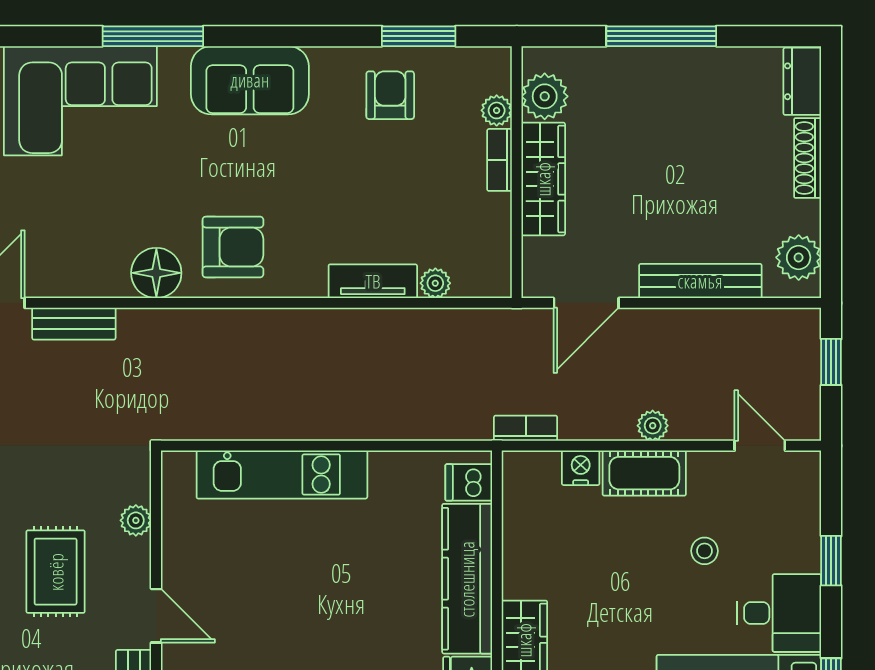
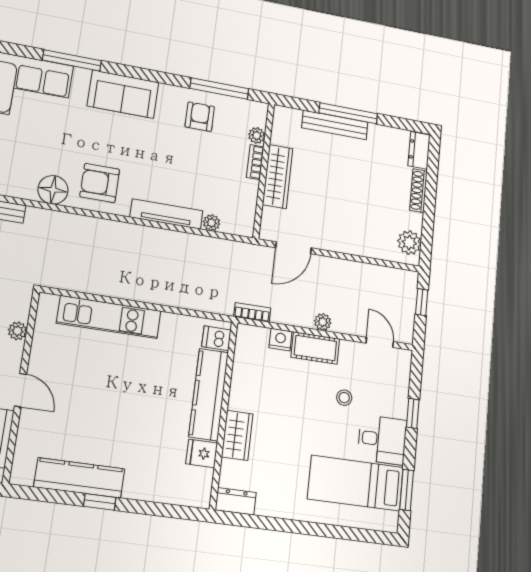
window: (419, 36) -> (219, 89), width x1.44
plant: (545, 96) -> (283, 133), removed
armchair: (233, 247) -> (100, 183), turned 180
tv unit: (373, 281) -> (166, 214), width x1.41
bench: (700, 281) -> (335, 125), moved

